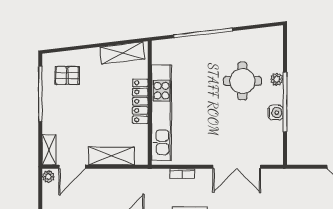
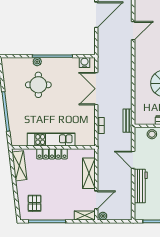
kitchen unit: (161, 113) -> (51, 140), width x0.73
water cooler: (276, 113) -> (85, 62), moved
door: (72, 167) -> (96, 200), hinge flipped
double door: (237, 167) -> (96, 89), swing flipped

